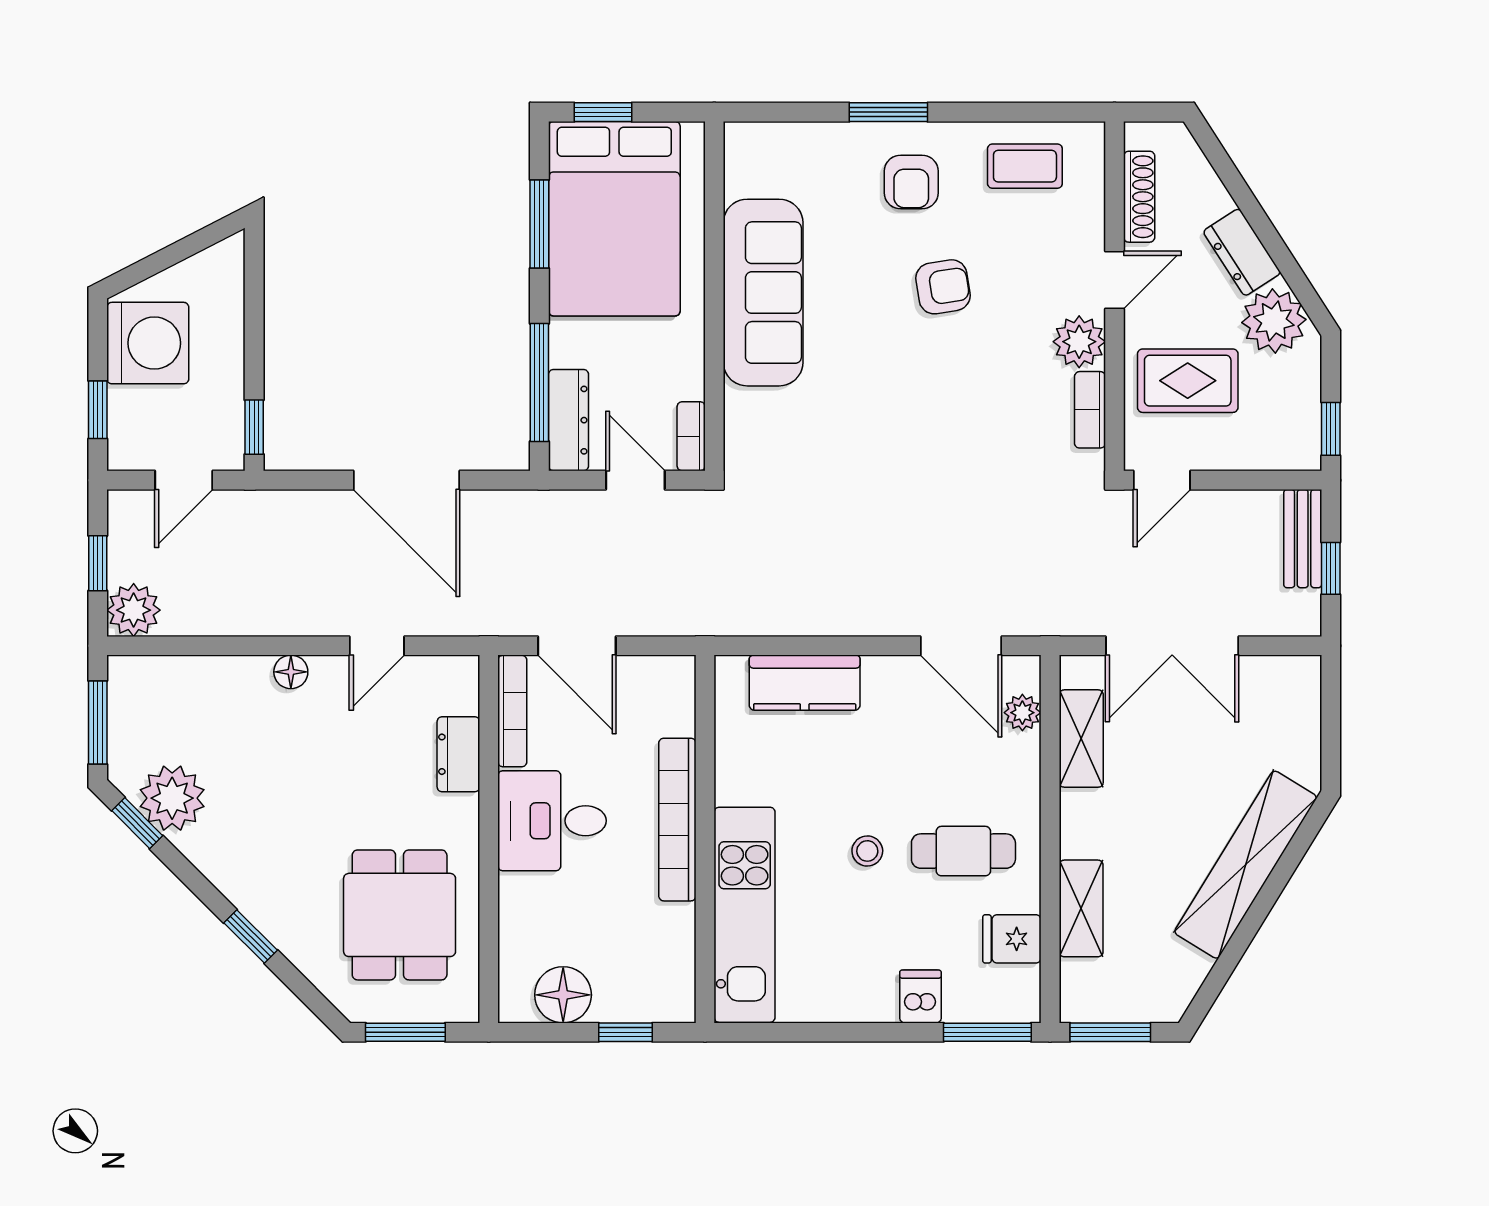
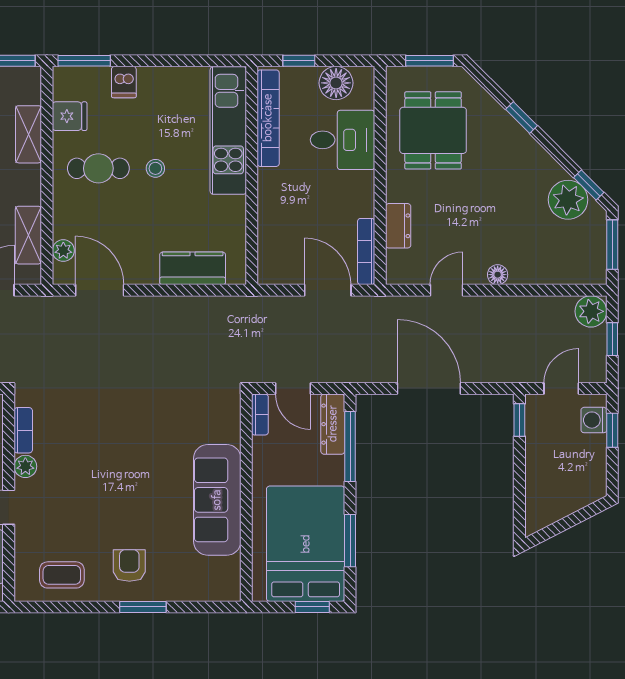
armchair: (943, 287) -> (110, 503), removed
plant: (1079, 342) -> (25, 466), width x0.73, depth x0.73
washing machine: (148, 343) -> (594, 420), moved, width x0.53, depth x0.53
bookcase: (677, 820) -> (268, 118), moved
desk: (552, 821) -> (343, 140), moved

